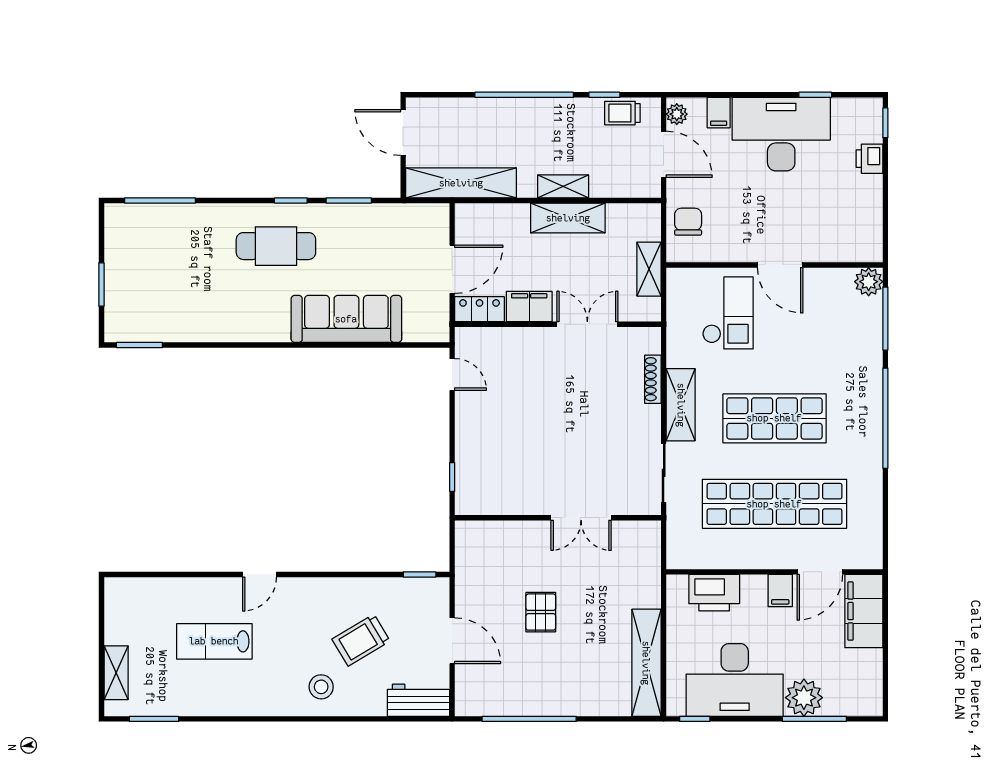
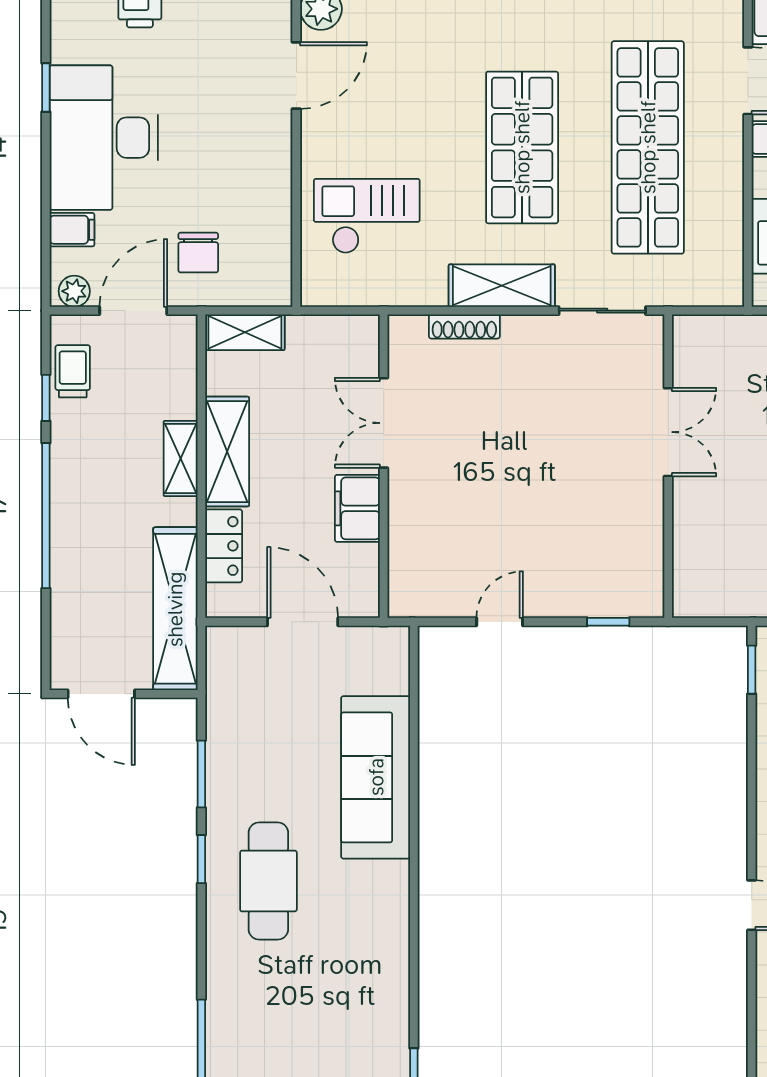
trolley: (622, 113) -> (73, 371), turned 180
door: (403, 133) -> (101, 694), hinge flipped
chair: (688, 222) -> (198, 253), moved, turned -90
door: (780, 265) -> (296, 75), moved
shelving: (649, 269) -> (245, 332), moved
locker: (480, 309) -> (224, 546), moved, turned 180
door: (452, 374) -> (500, 622), moved

